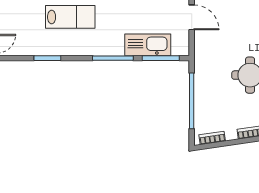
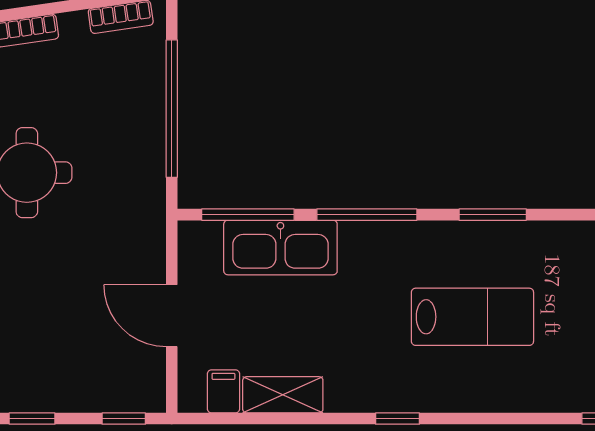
lab bench: (70, 17) -> (472, 317), turned 180
window: (47, 58) -> (493, 215), moved

